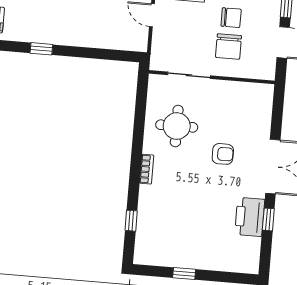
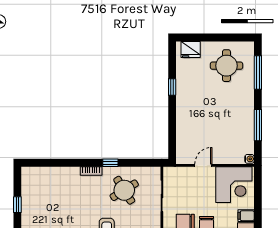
round table: (177, 126) -> (124, 190), turned -32
window: (131, 221) -> (110, 163), moved

